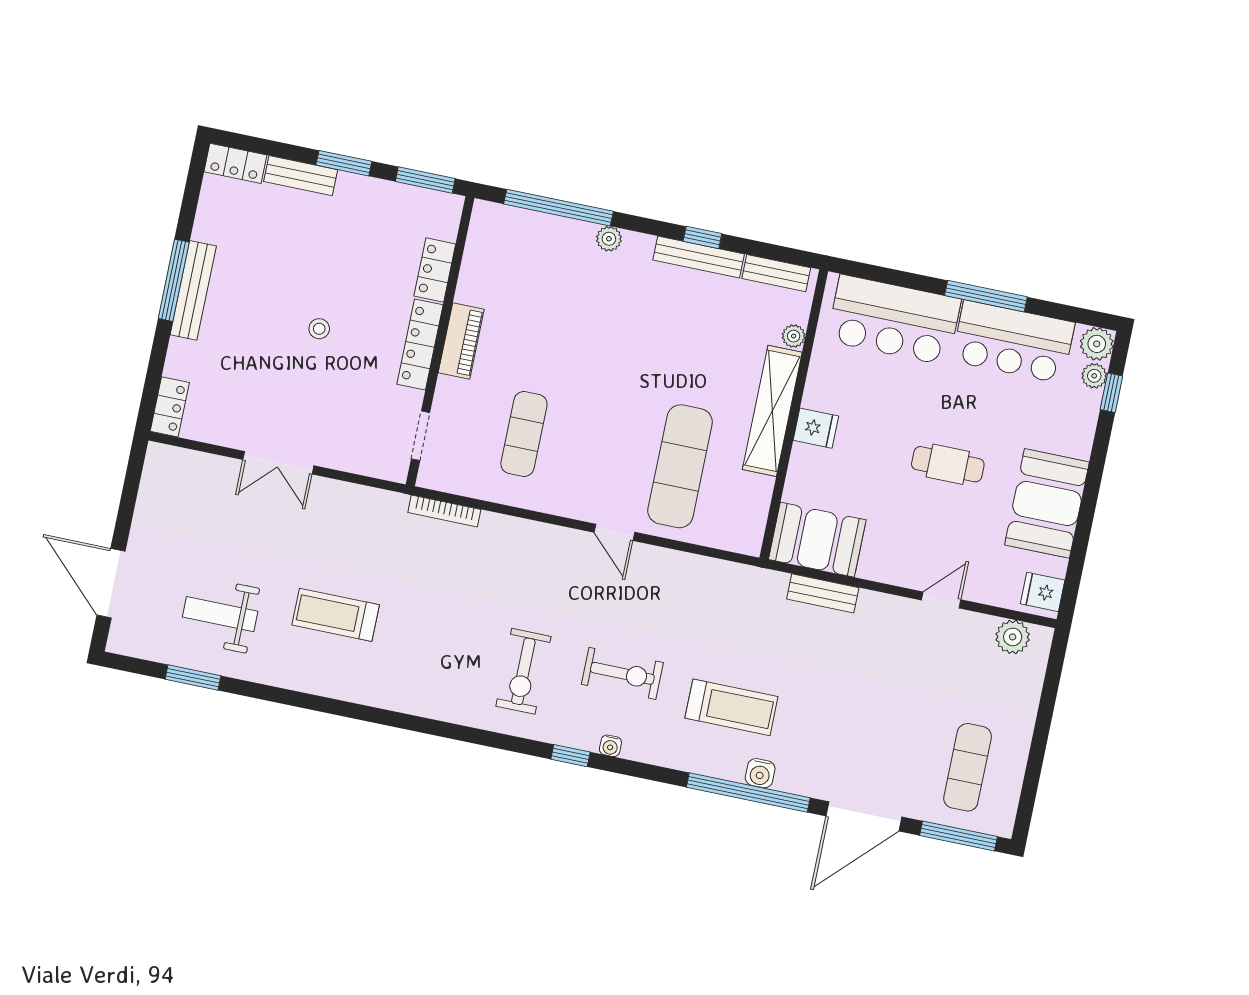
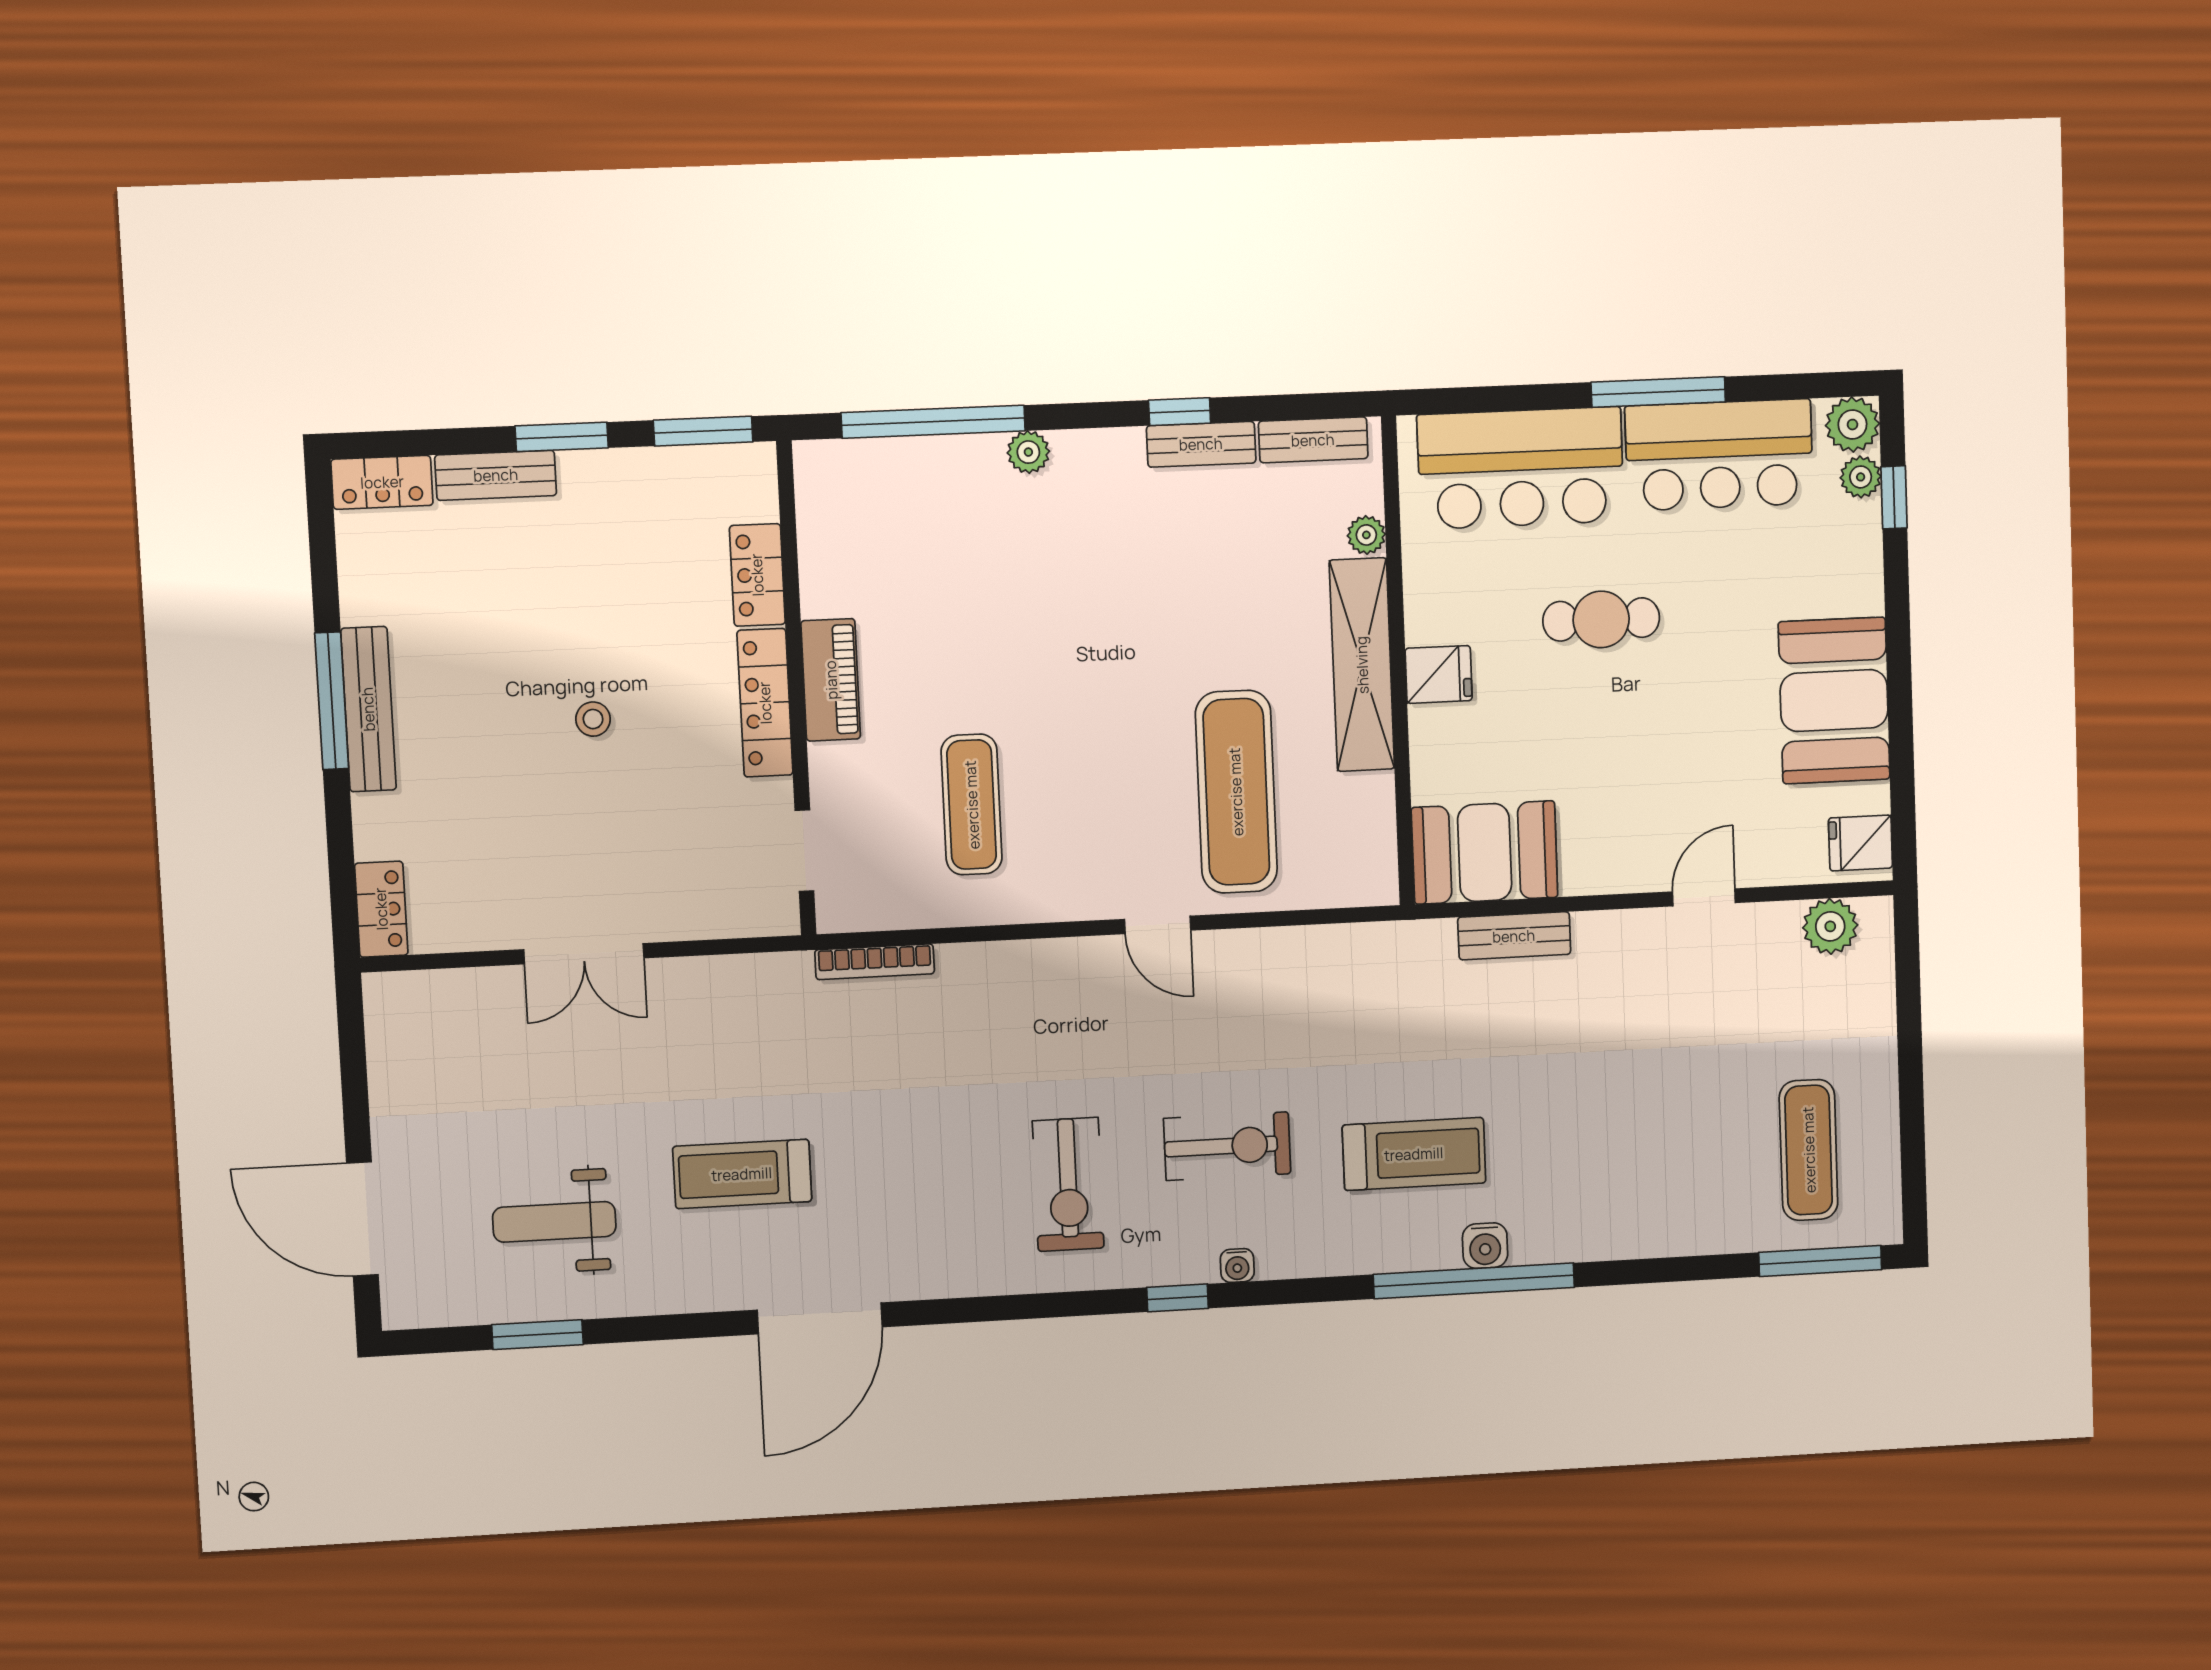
bench: (699, 257) -> (1201, 444), width x0.73
cafe table: (948, 464) -> (1601, 619), moved
door: (864, 816) -> (820, 1318), moved

